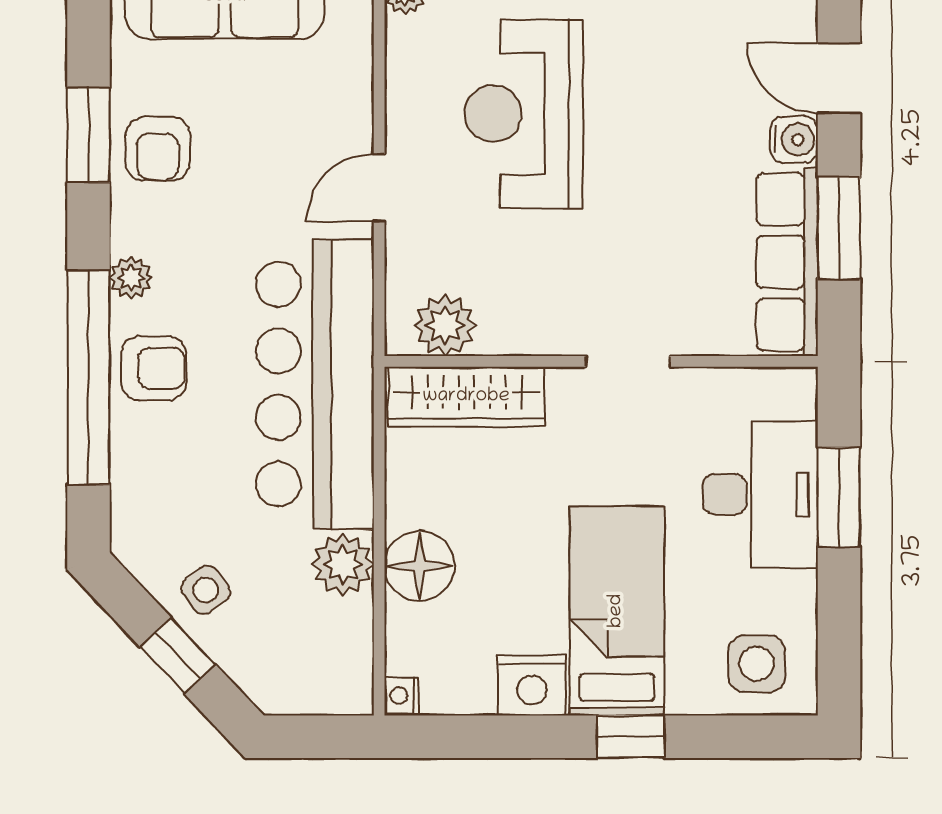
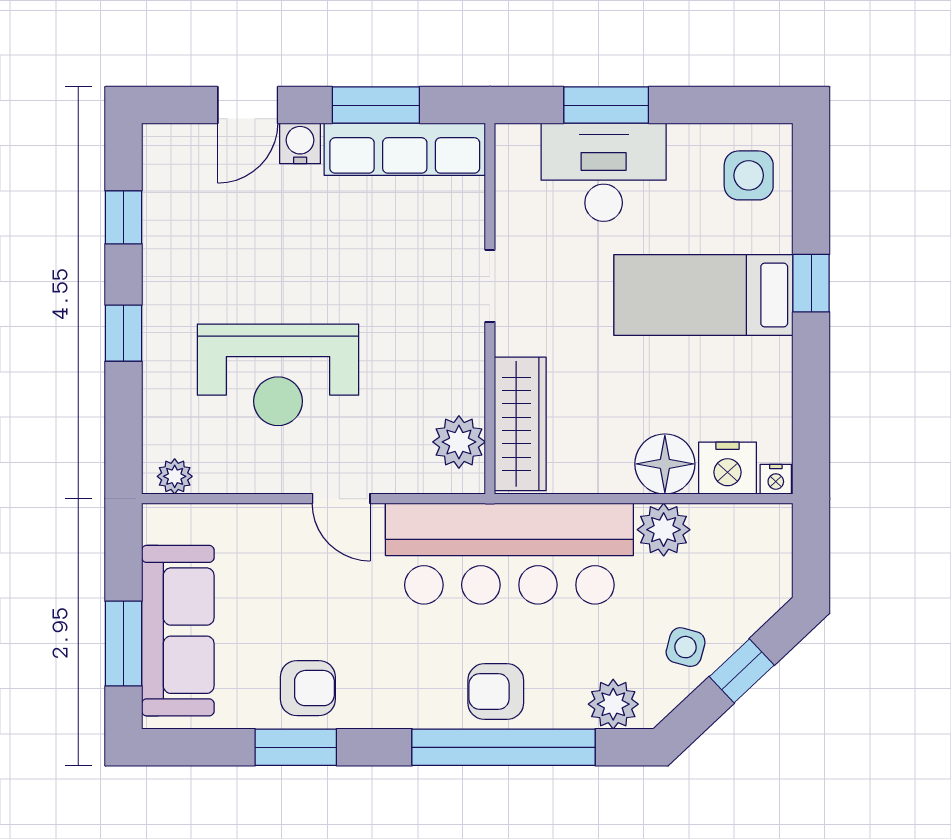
plant: (131, 277) -> (613, 704), moved, width x1.38, depth x1.38
armchair: (154, 368) -> (496, 692), turned -90
side table: (206, 590) -> (686, 647), turned -38
nightstand: (532, 685) -> (727, 468), moved, turned 90

